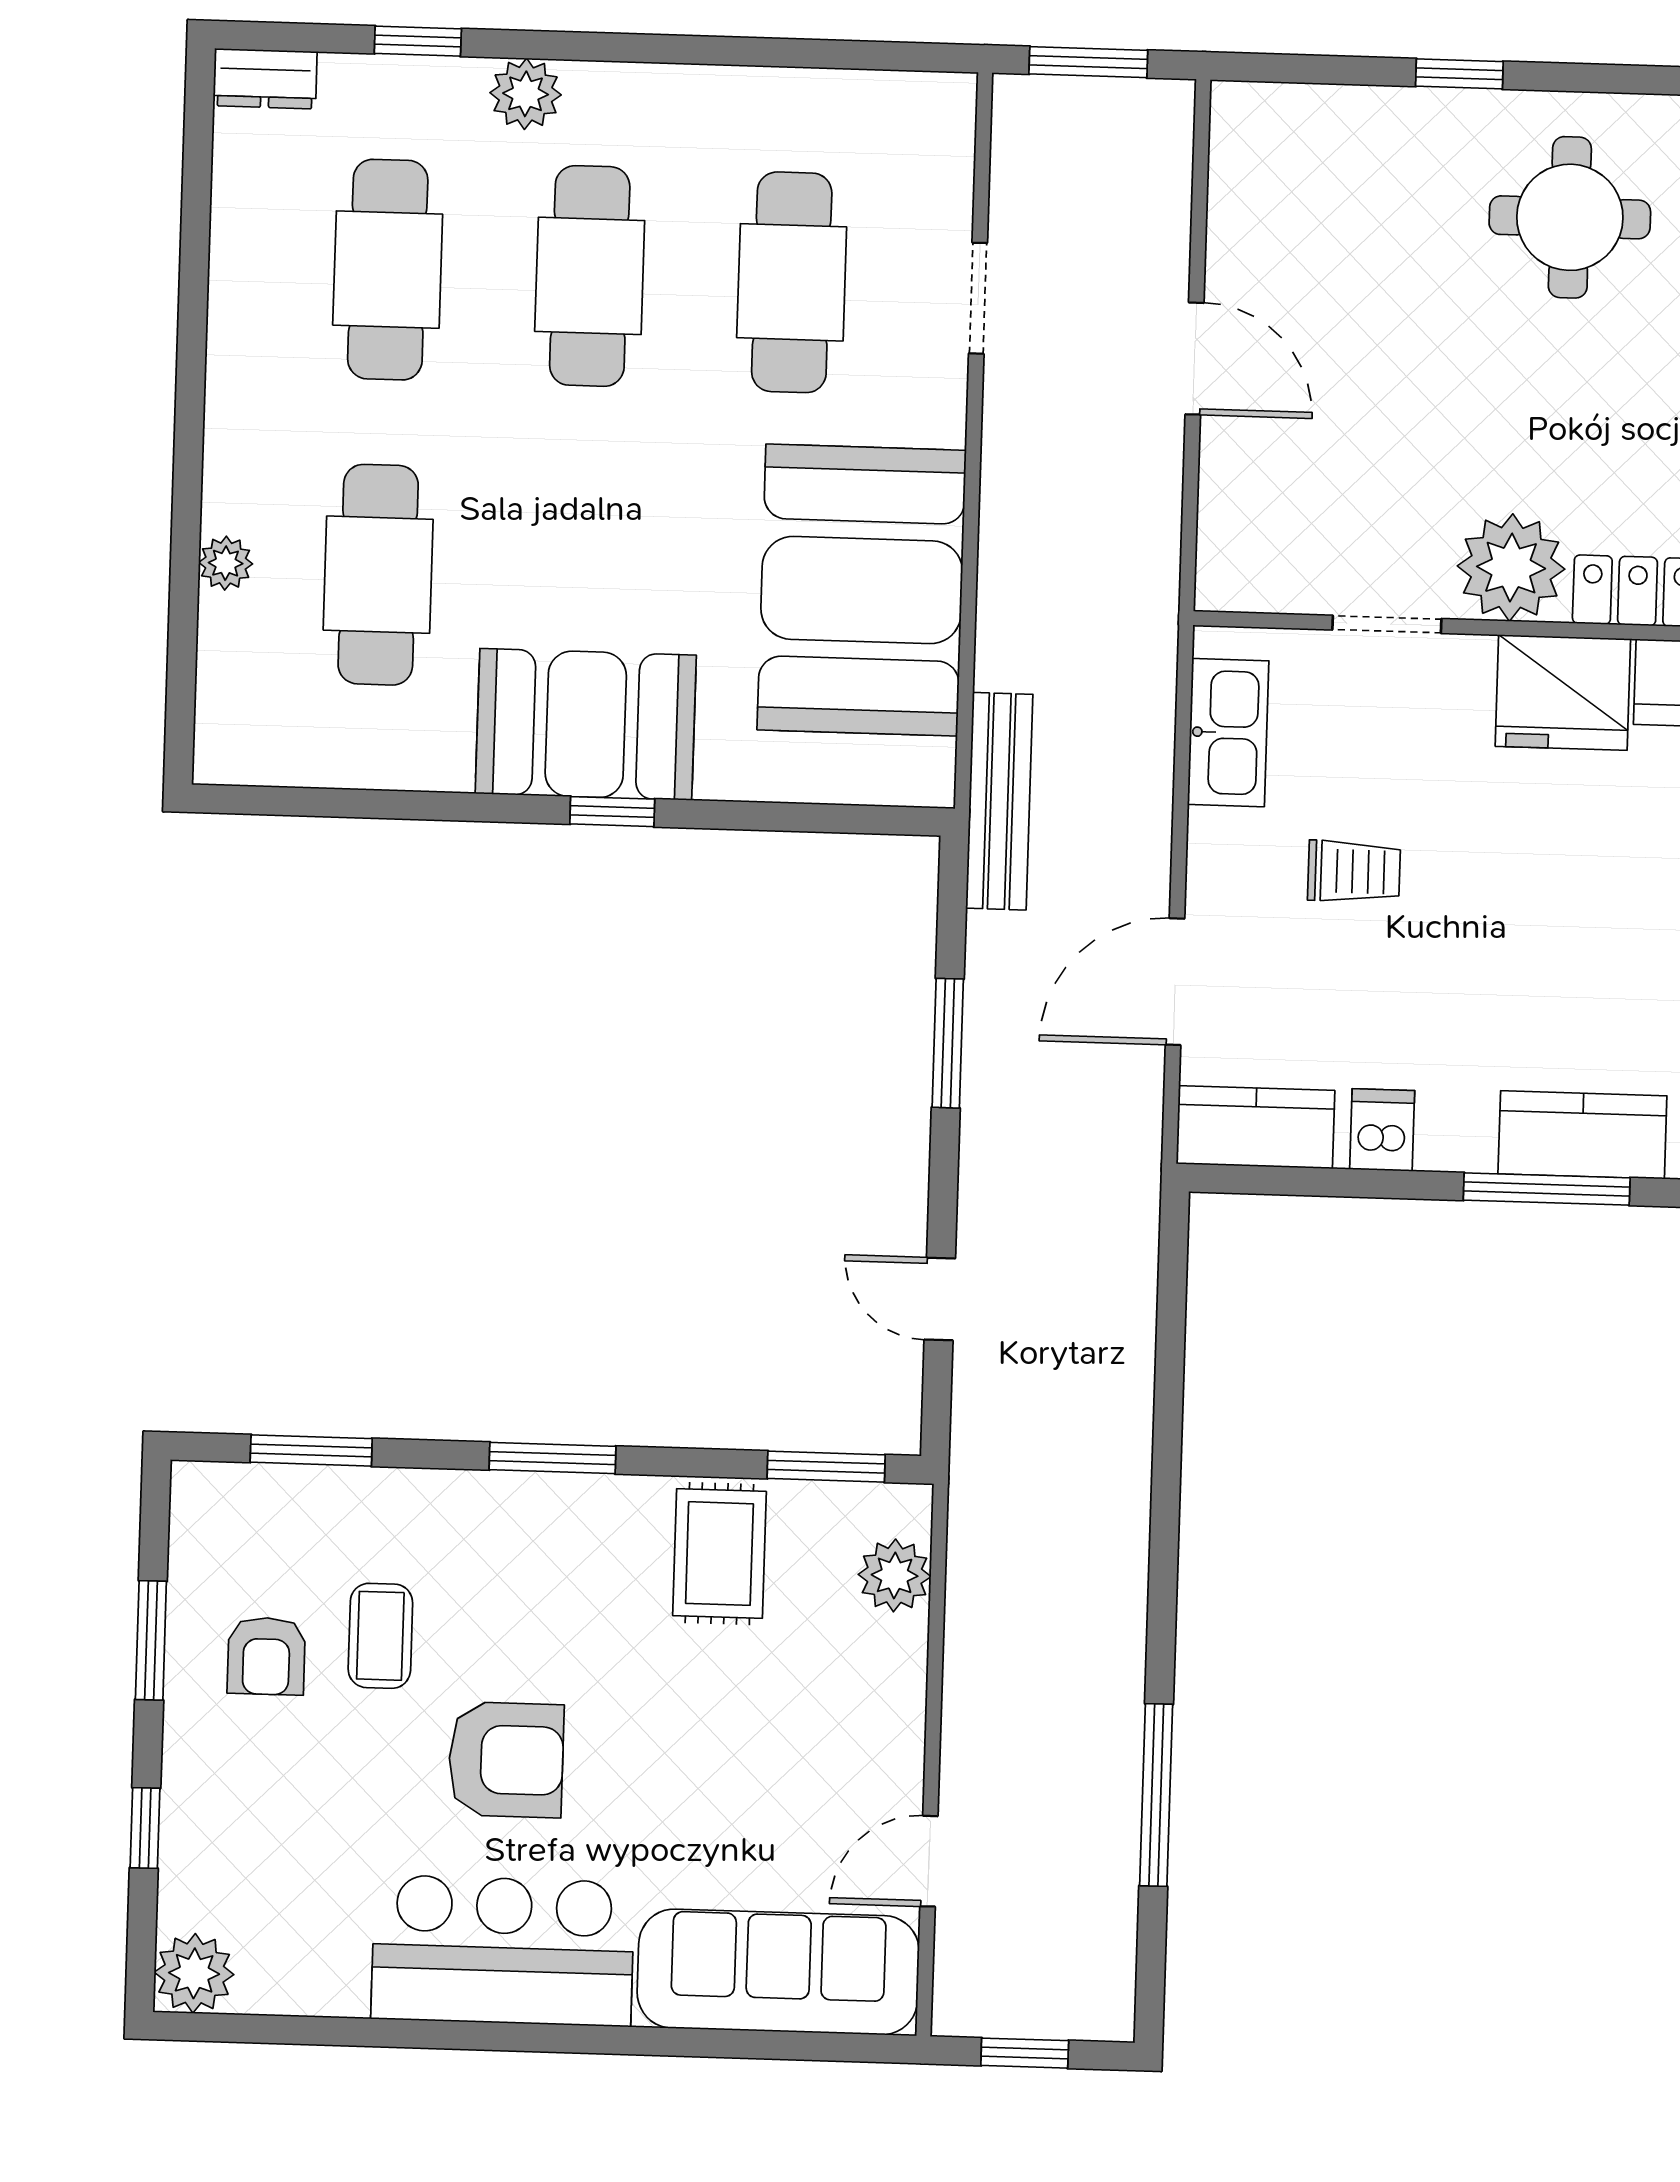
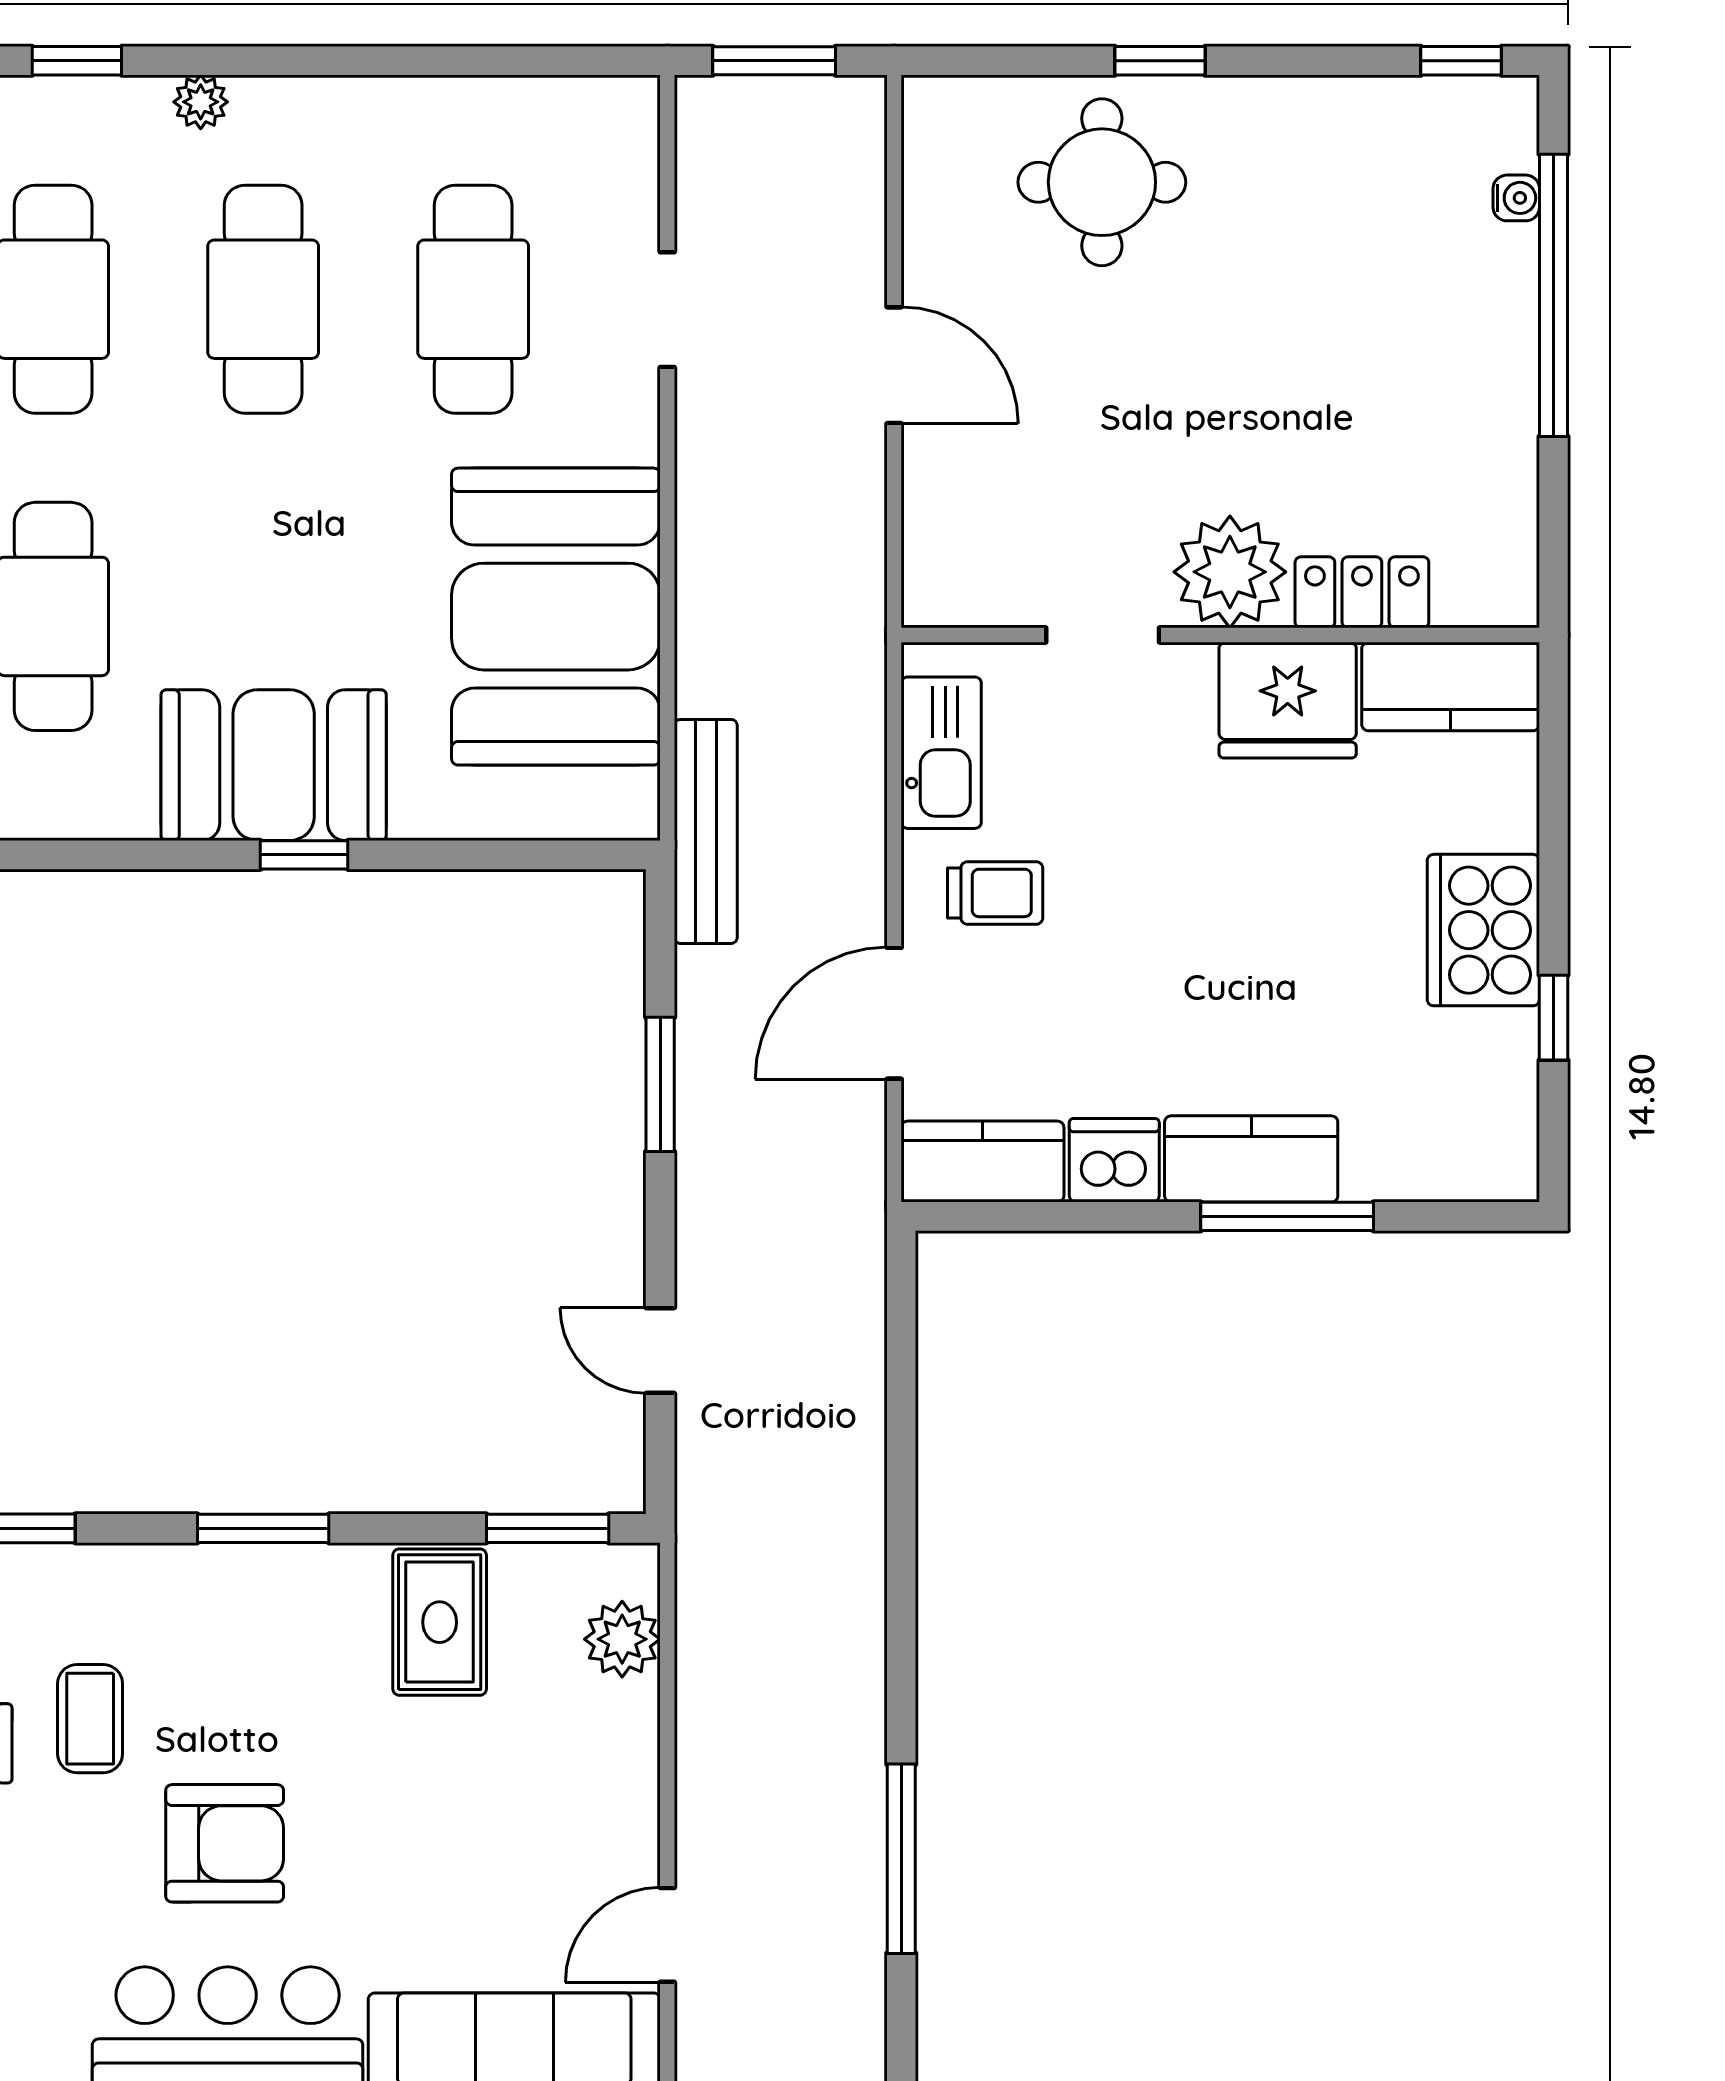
plant: (526, 94) -> (201, 102), width x0.73, depth x0.73
round table: (1570, 217) -> (1102, 182), moved
trolley: (1354, 871) -> (995, 893), moved
dishwasher: (1382, 1130) -> (1114, 1160), width x1.38
kitchen counter: (1582, 1135) -> (1251, 1159), moved

